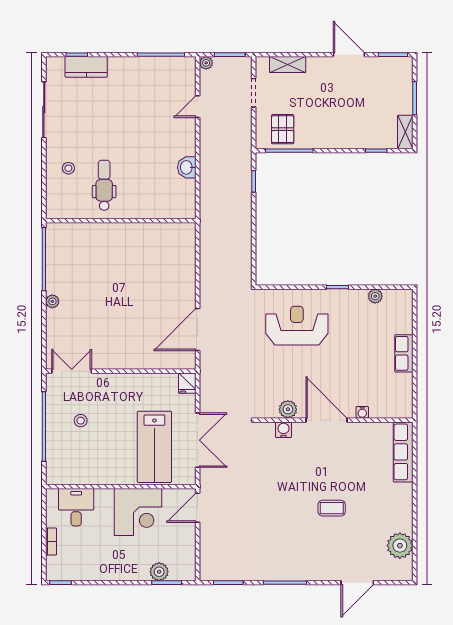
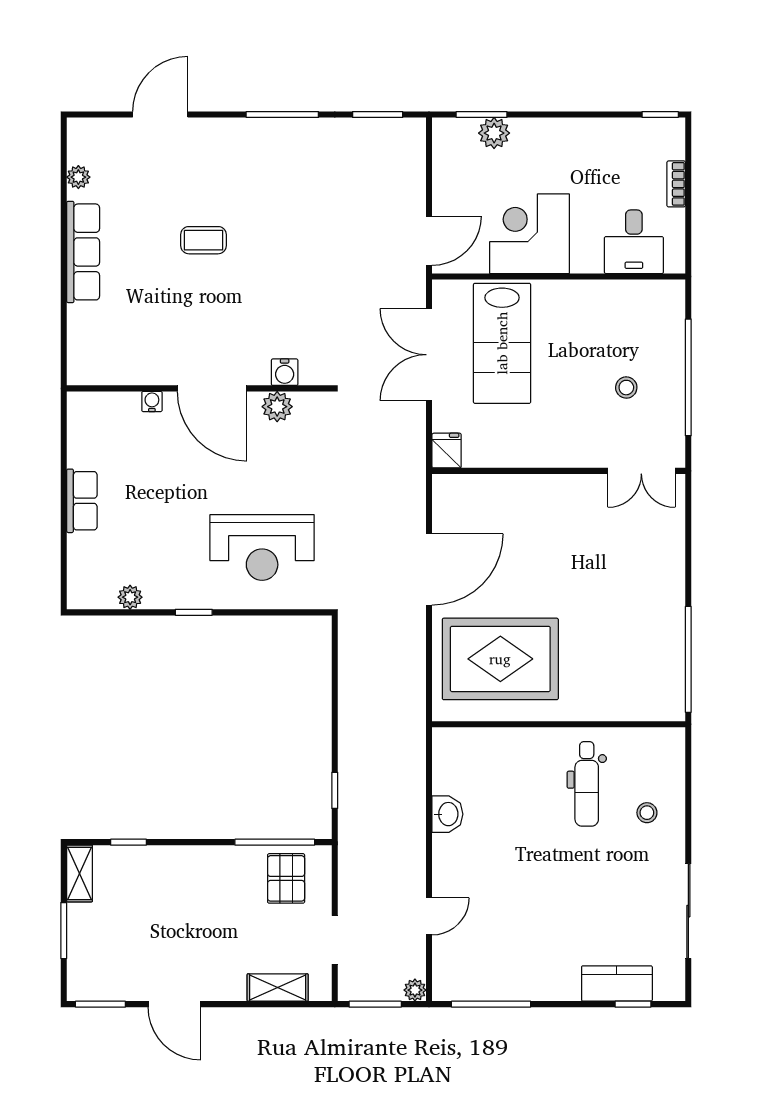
rug: (155, 259) -> (500, 659), added
plant: (52, 301) -> (674, 588), removed
door: (198, 330) -> (429, 570), moved
lab bench: (154, 447) -> (502, 343), turned 180
row of seats: (403, 452) -> (83, 252), moved
plant: (400, 546) -> (78, 177), width x0.53, depth x0.53

